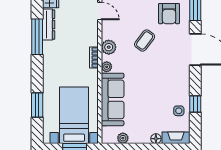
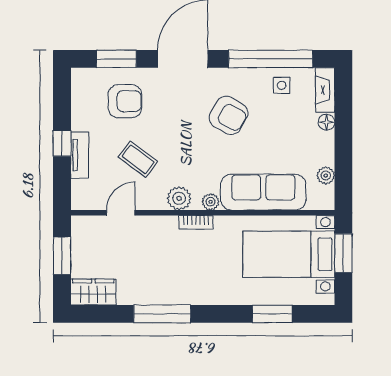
dresser: (49, 25) -> (143, 295), removed
coffee table: (145, 40) -> (138, 159), moved
armchair: (160, 78) -> (228, 115), added
window: (195, 104) -> (271, 59), width x3.17

